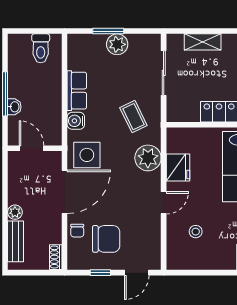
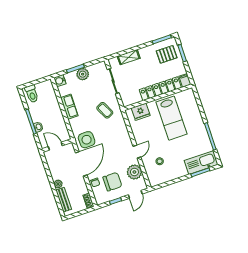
toilet: (41, 48) -> (32, 94), moved
water cooler: (76, 121) -> (60, 81), moved
plant: (148, 158) -> (134, 172), moved
fridge: (178, 167) -> (141, 112), moved, turned 90

